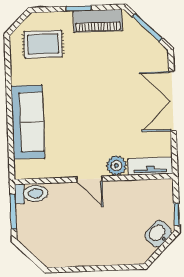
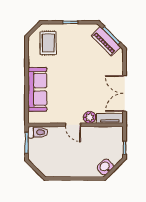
piano: (98, 21) -> (106, 41), moved, turned 45
rug: (43, 44) -> (48, 43), turned 90
double door: (172, 101) -> (125, 93), moved
washbasin: (158, 234) -> (105, 167), moved

